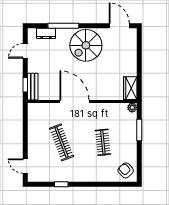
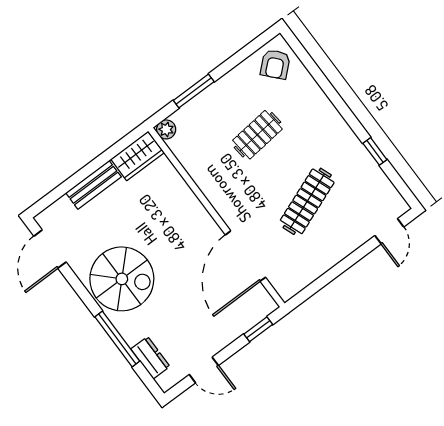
bench: (33, 87) -> (93, 185), moved
door: (74, 101) -> (245, 256), moved

